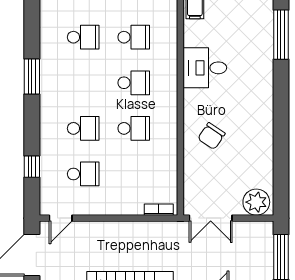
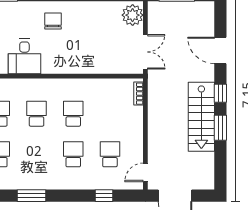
chair: (211, 136) -> (53, 21), moved, turned -124
door: (61, 218) -> (145, 172), swing flipped

